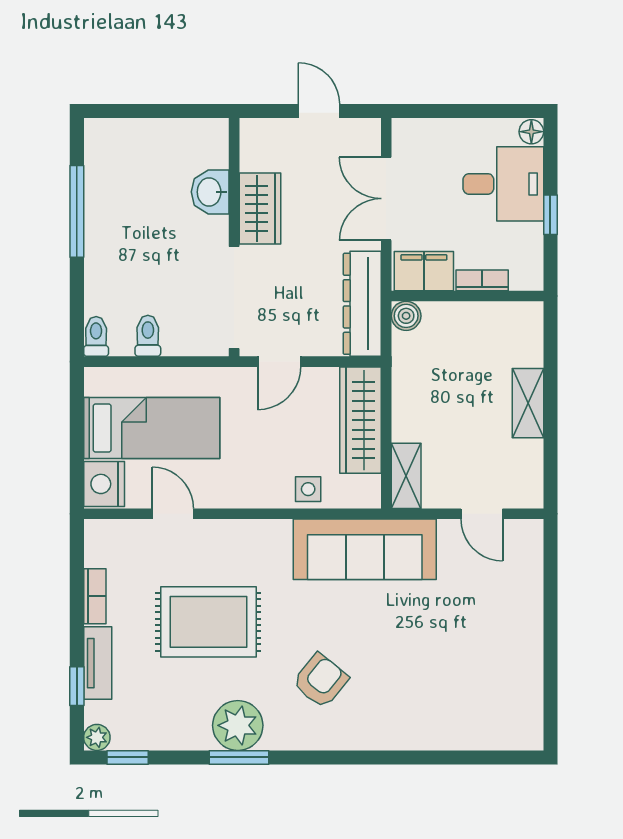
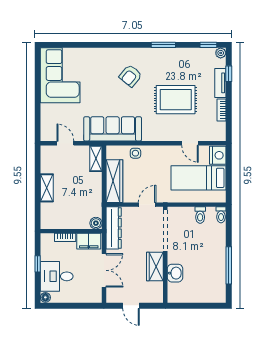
corner sofa: (495, 682) -> (60, 75), added
plant: (238, 725) -> (164, 58), removed

